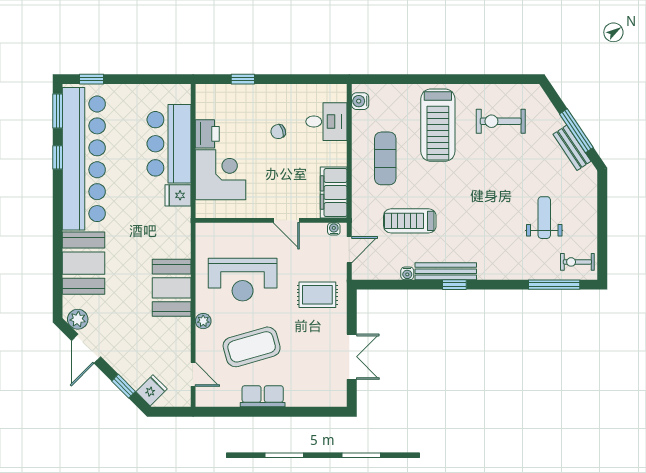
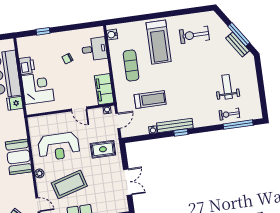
treadmill: (410, 221) -> (150, 99), turned 180
exercise bike: (577, 262) -> (229, 114), moved

